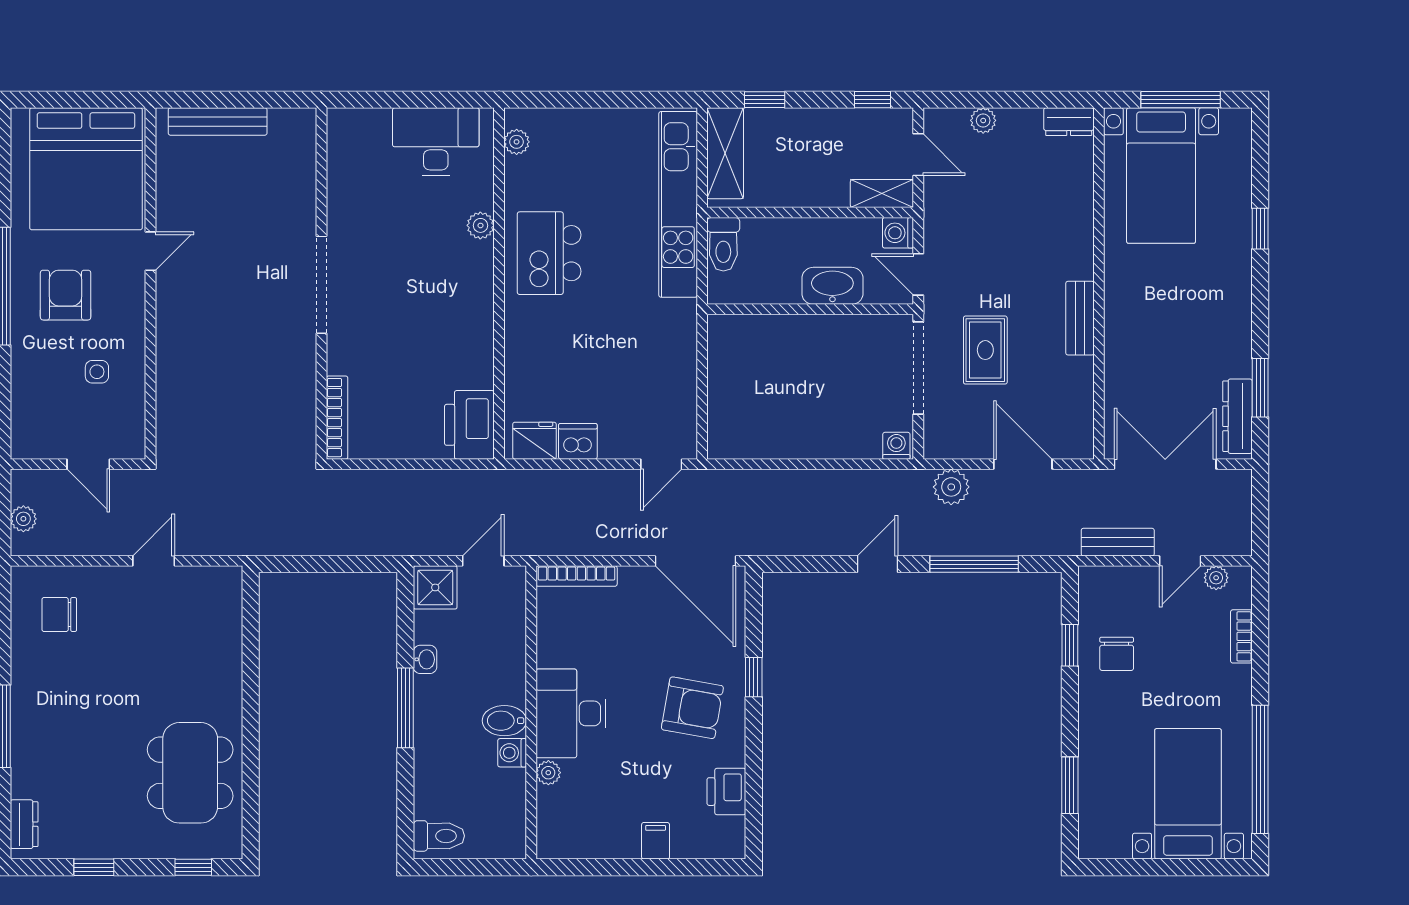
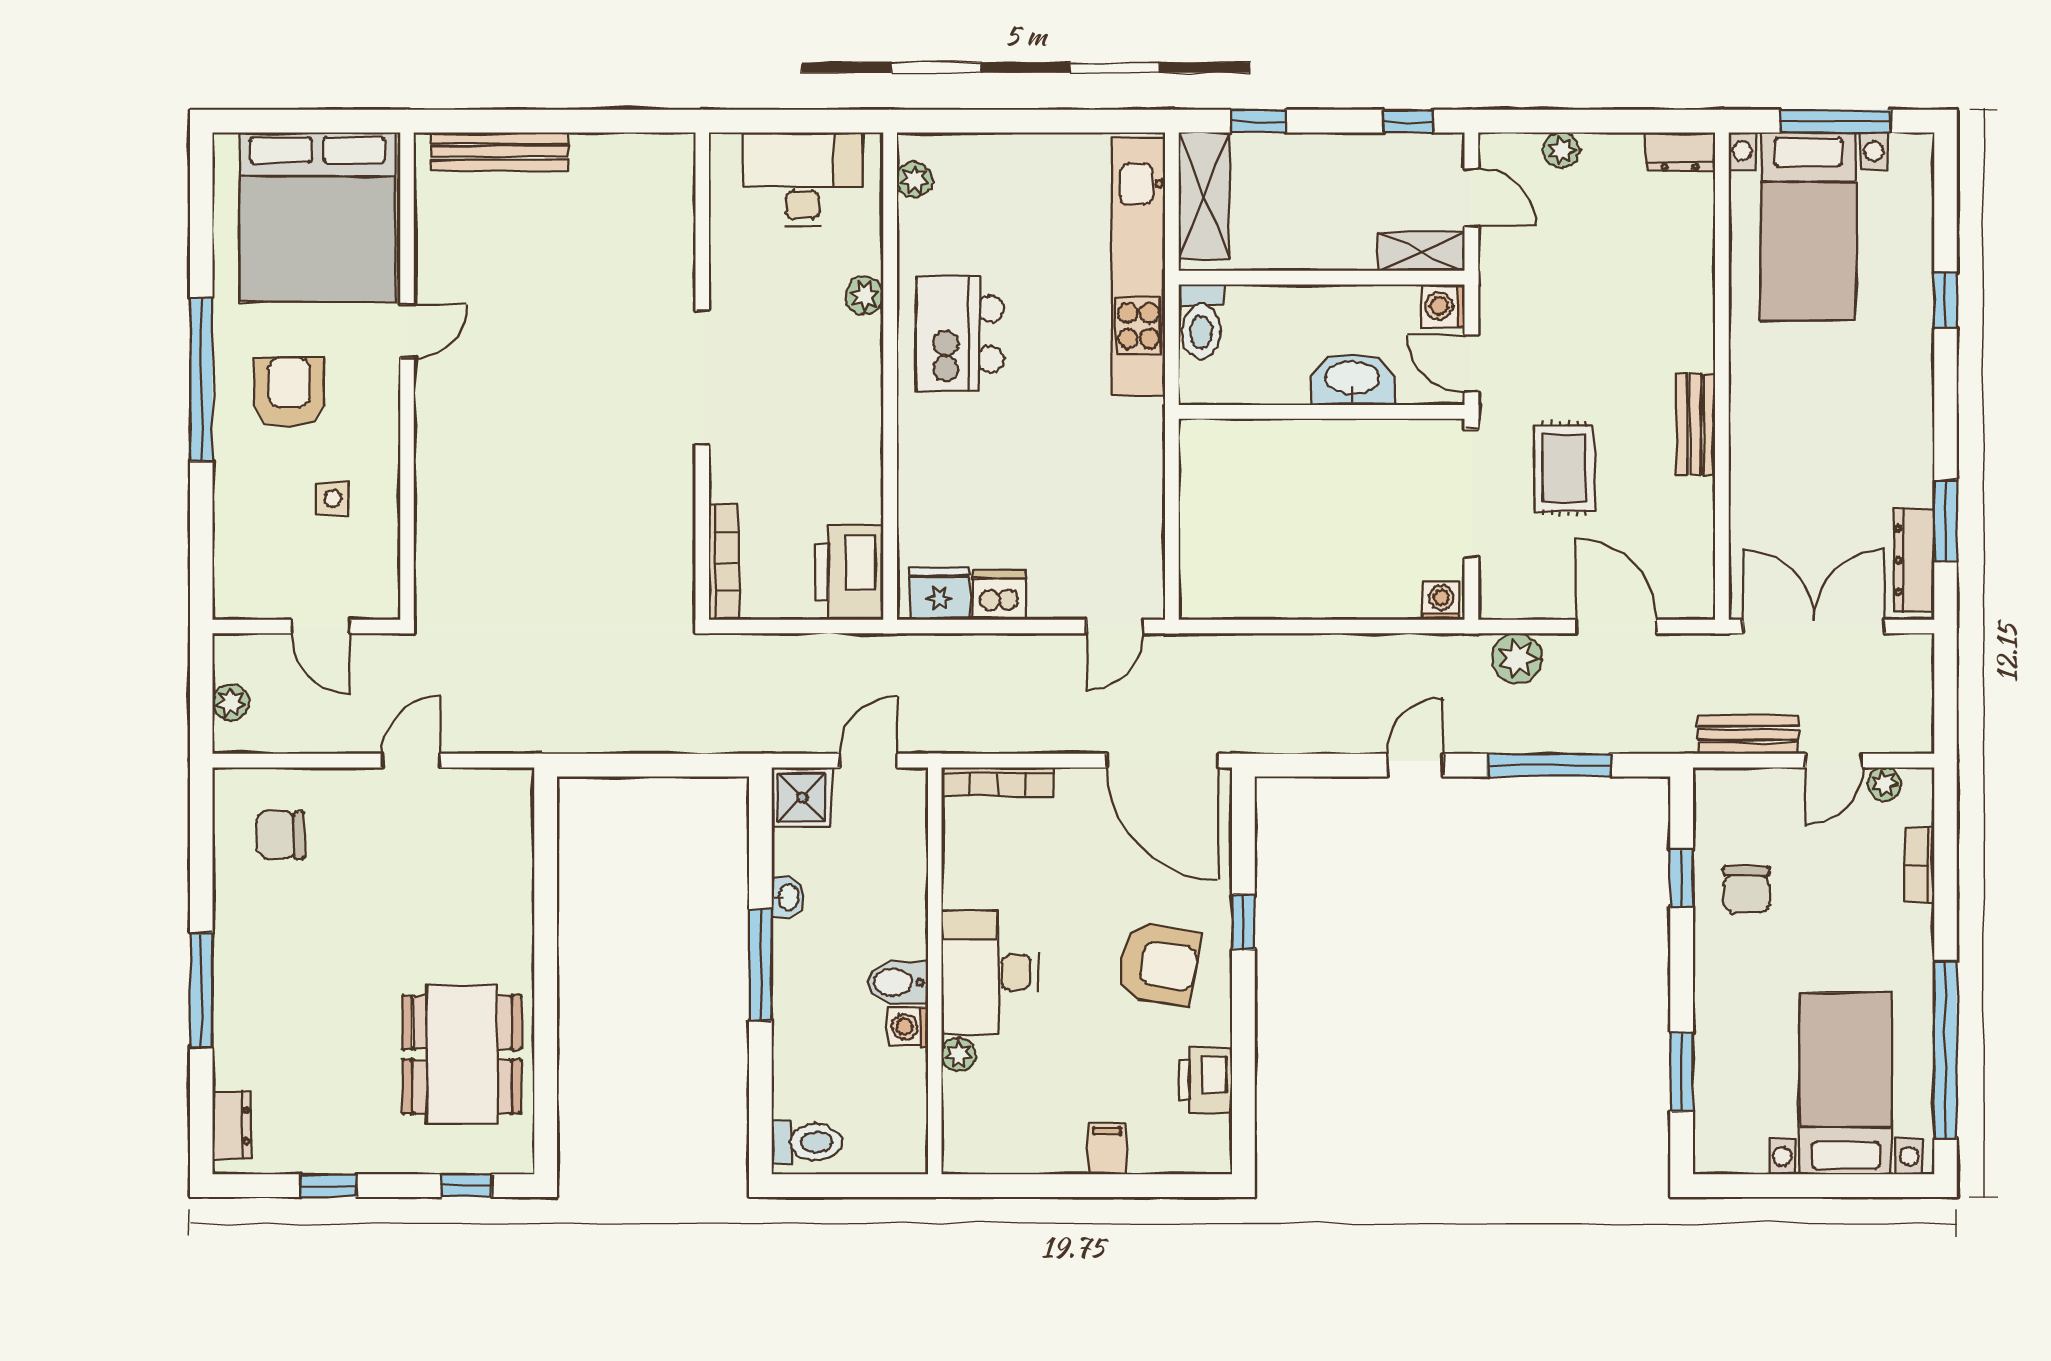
wall: (322, 283) -> (702, 376), moved
doorway: (322, 285) -> (702, 378), moved
bookcase: (337, 418) -> (724, 562), moved

